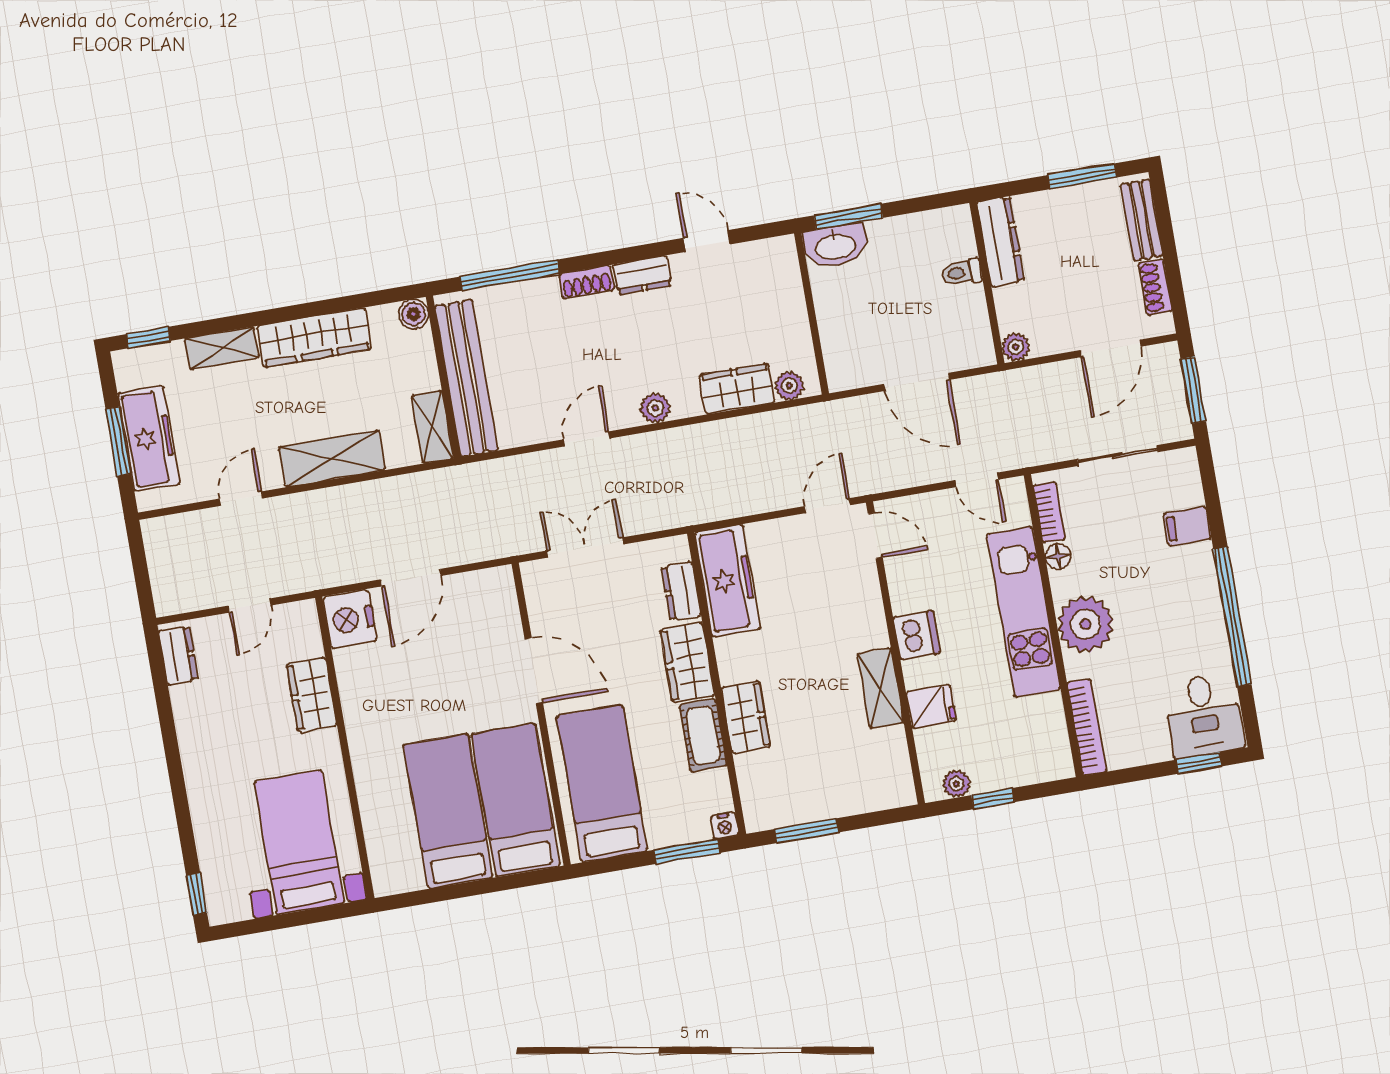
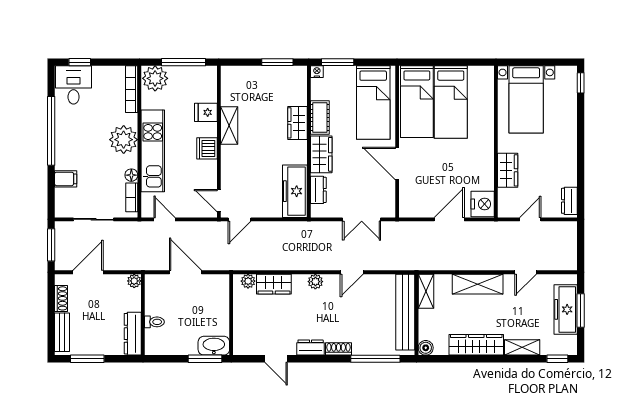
plant: (956, 784) -> (155, 78), moved, width x1.87, depth x1.87
window: (993, 799) -> (184, 62), width x2.17

